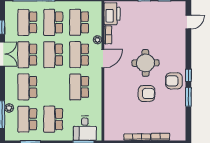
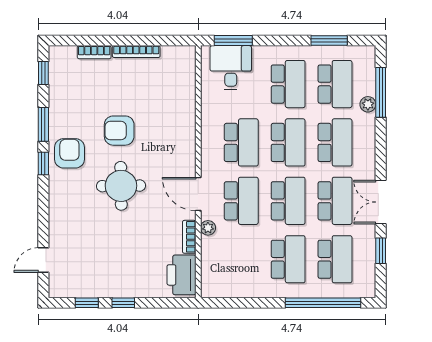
school desk: (79, 22) -> (288, 142), moved
door: (103, 58) -> (198, 194), hinge flipped
armchair: (174, 81) -> (69, 153), turned -90
window: (188, 125) -> (43, 73), added

